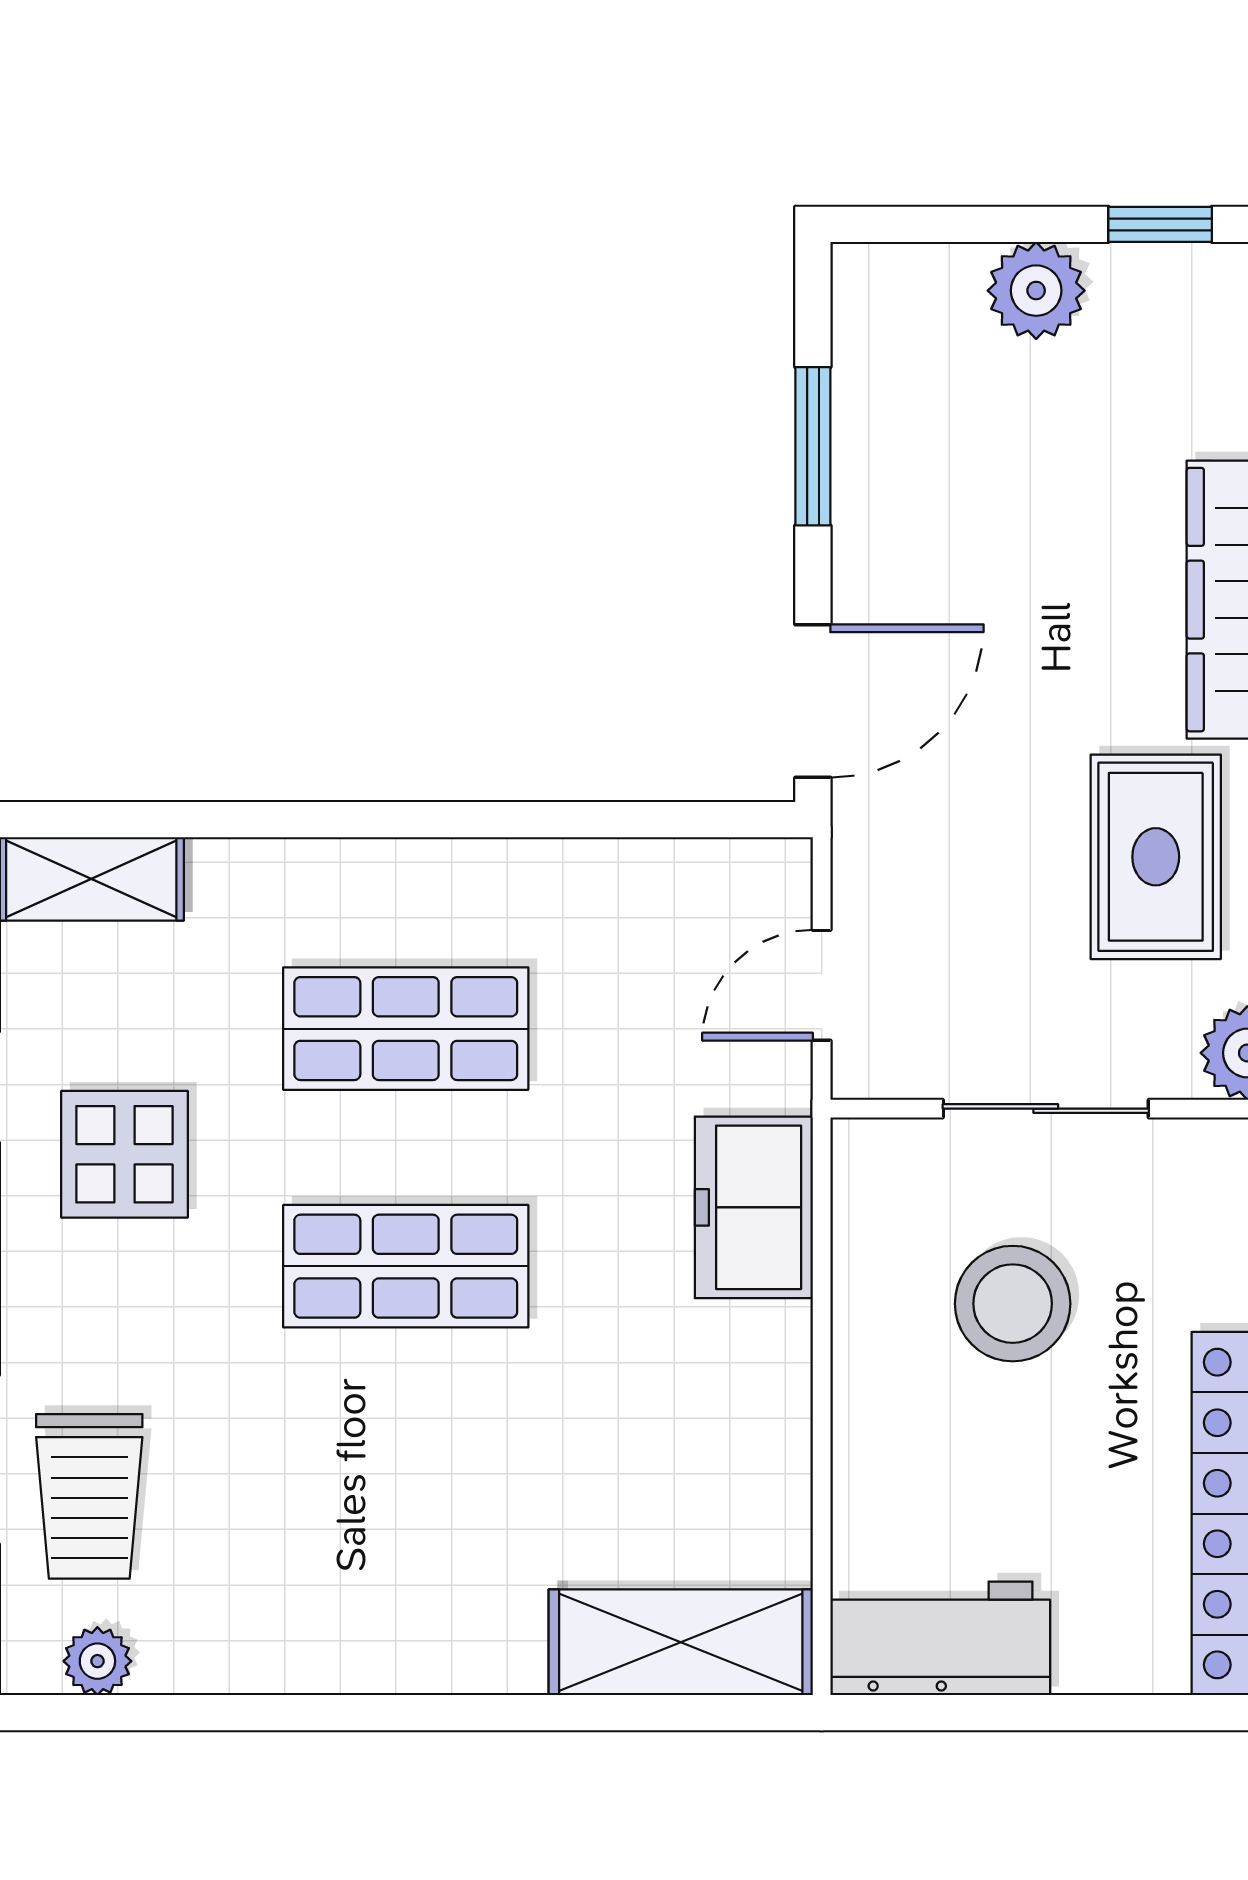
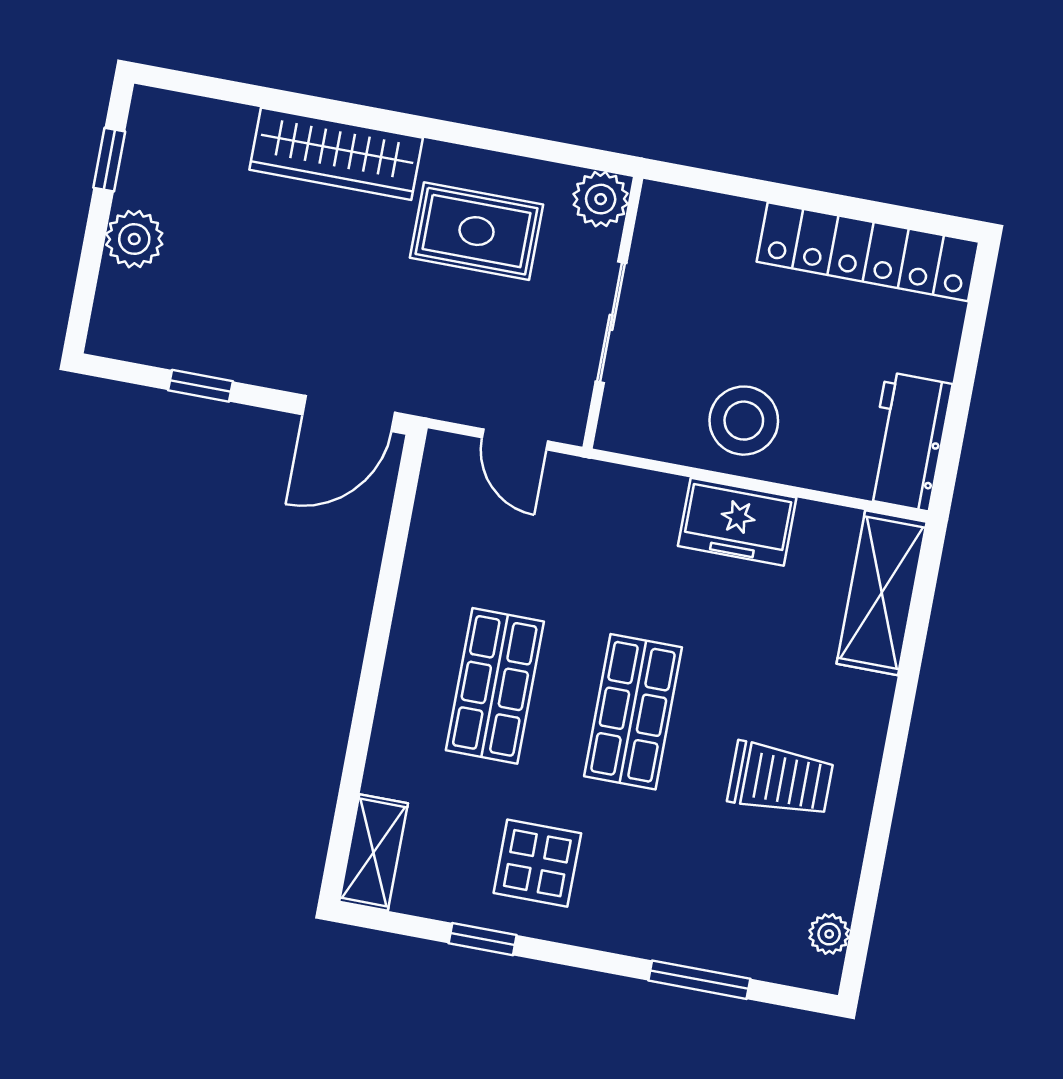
window: (813, 446) -> (200, 386), width x0.67
door: (813, 701) -> (349, 414), swing flipped
freezer: (754, 1207) -> (737, 522), moved
stool: (1013, 1304) -> (744, 421), moved
trolley: (89, 1496) -> (780, 779), moved

